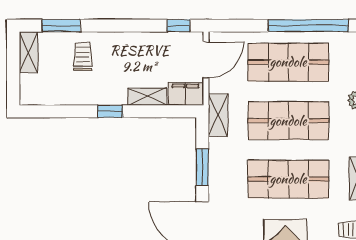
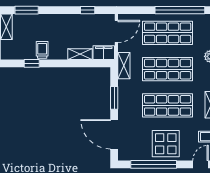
window: (179, 26) -> (88, 10), moved
trolley: (83, 57) -> (42, 50), moved
window: (110, 111) -> (32, 63), moved

